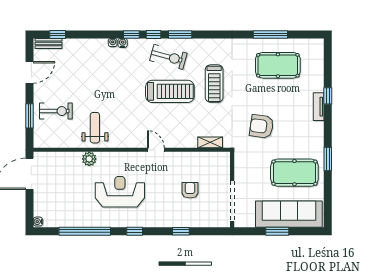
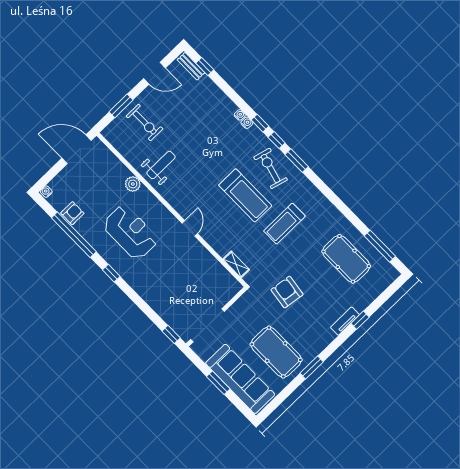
window: (270, 34) -> (380, 246), moved
exercise bike: (168, 57) -> (271, 168), turned 180
armchair: (190, 190) -> (72, 213), moved
window: (181, 231) -> (171, 334), moved

